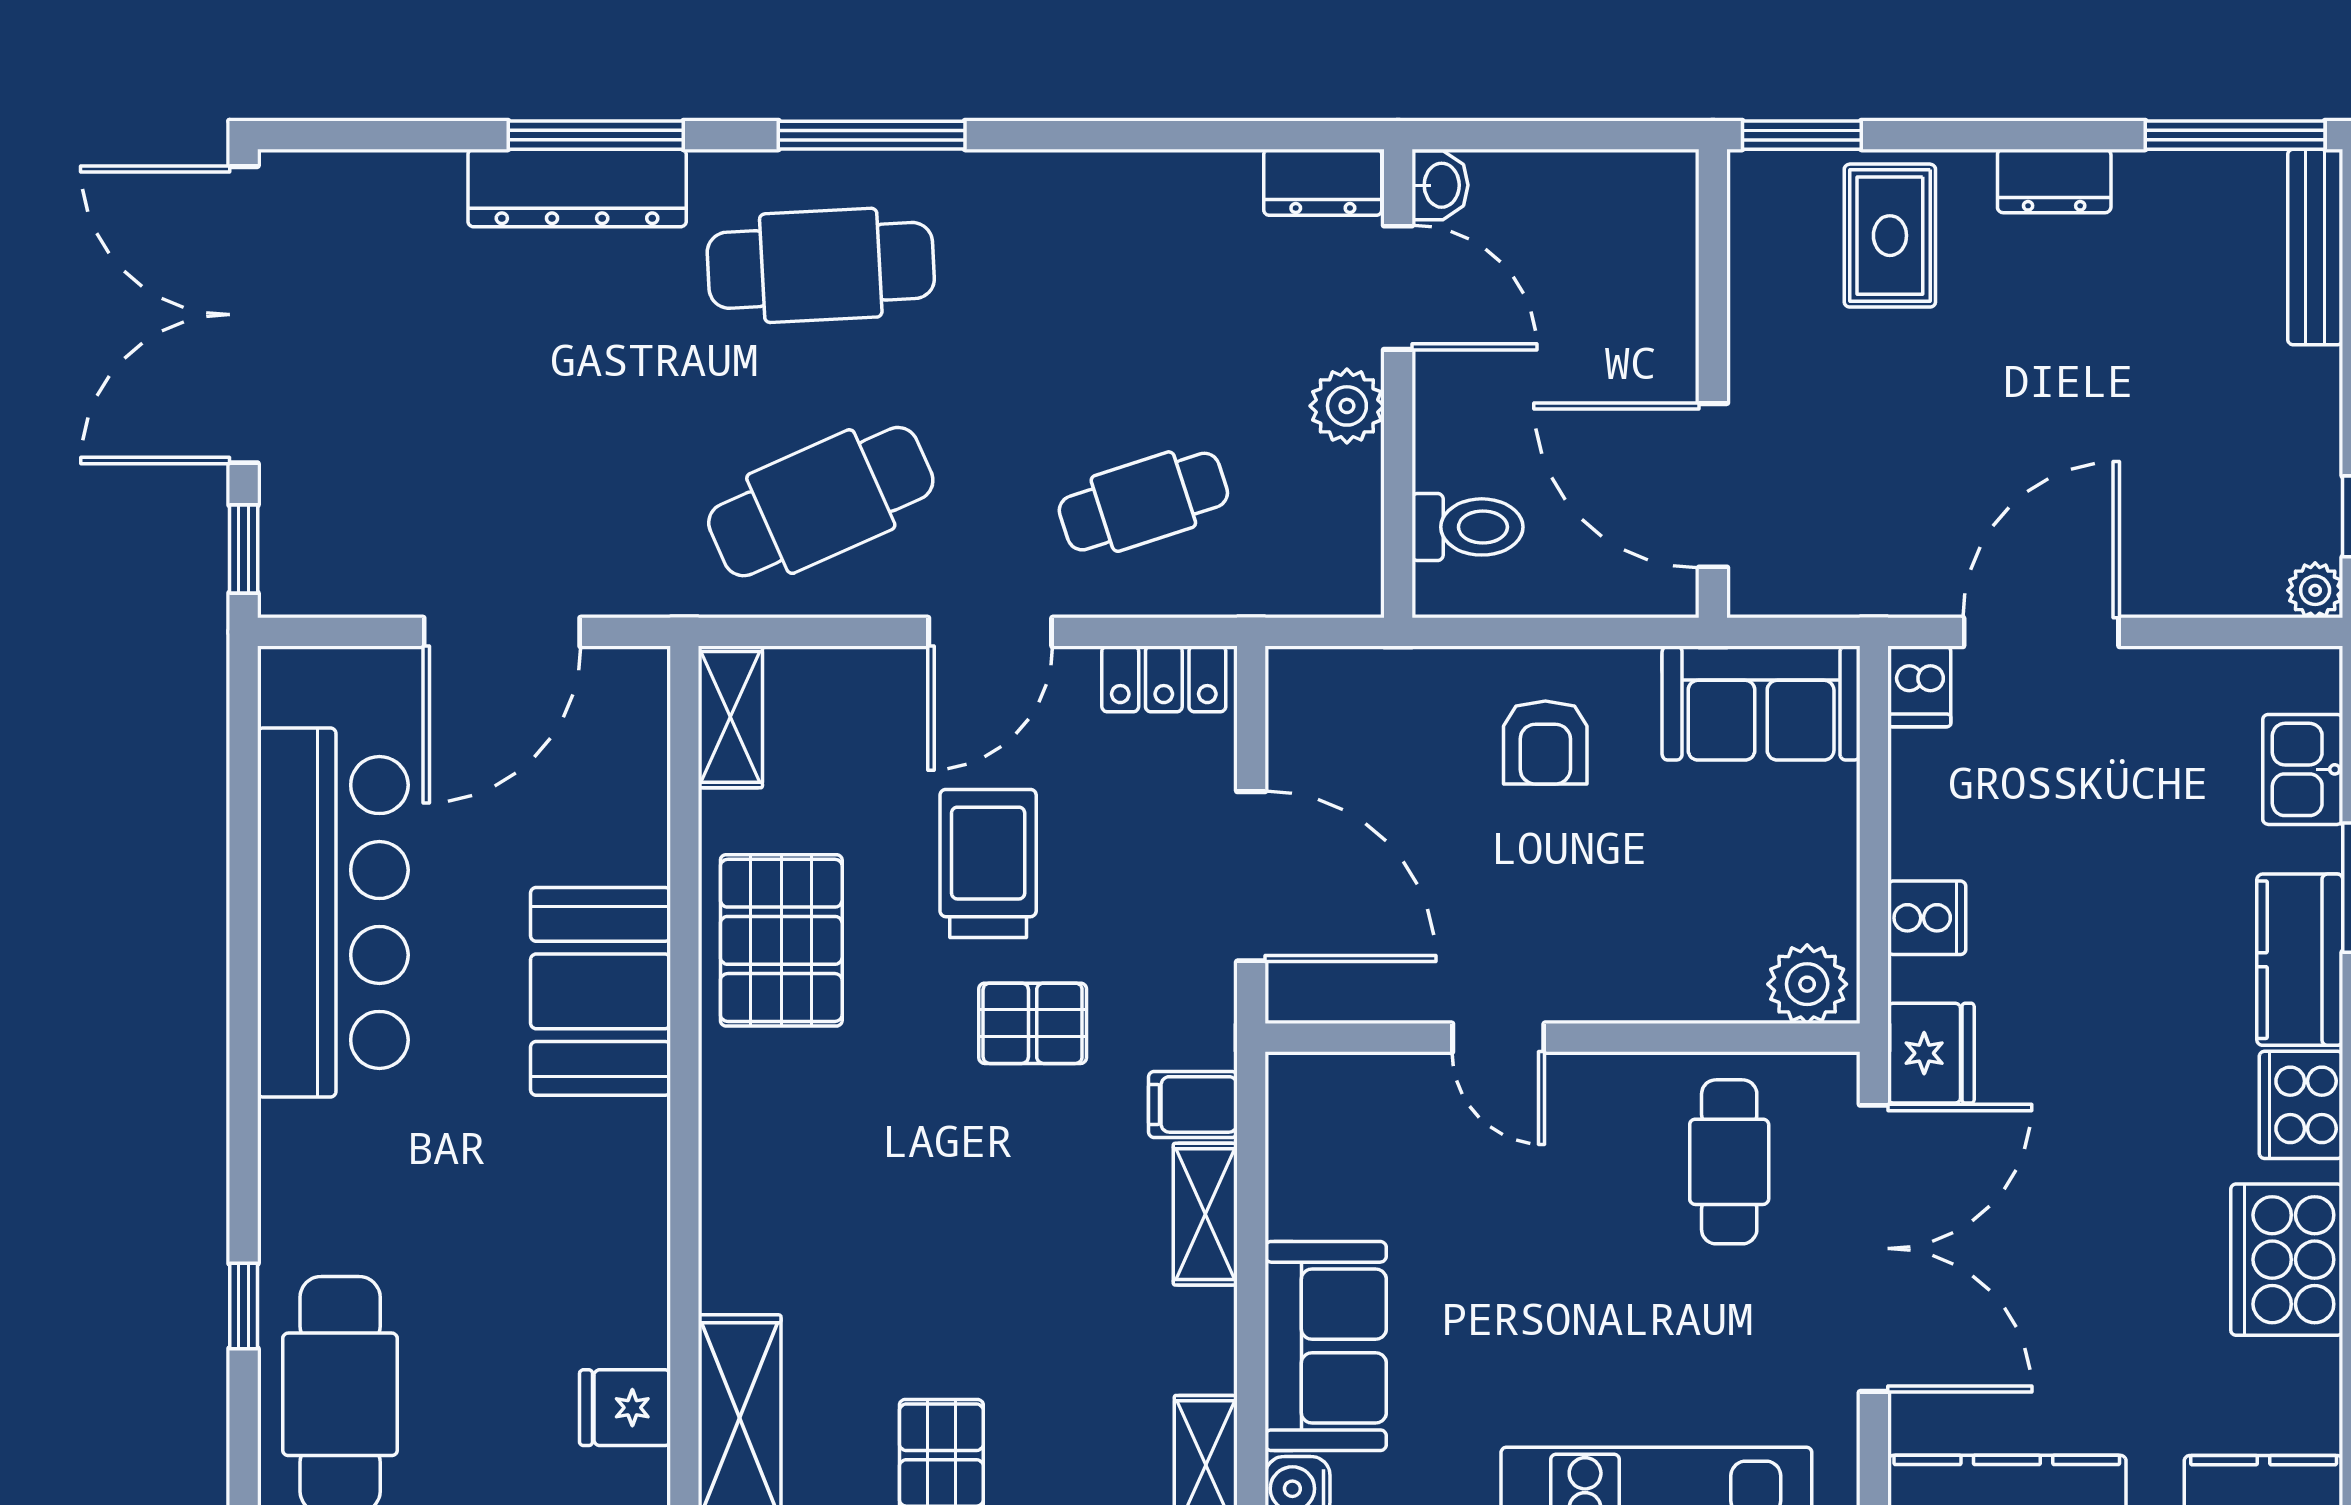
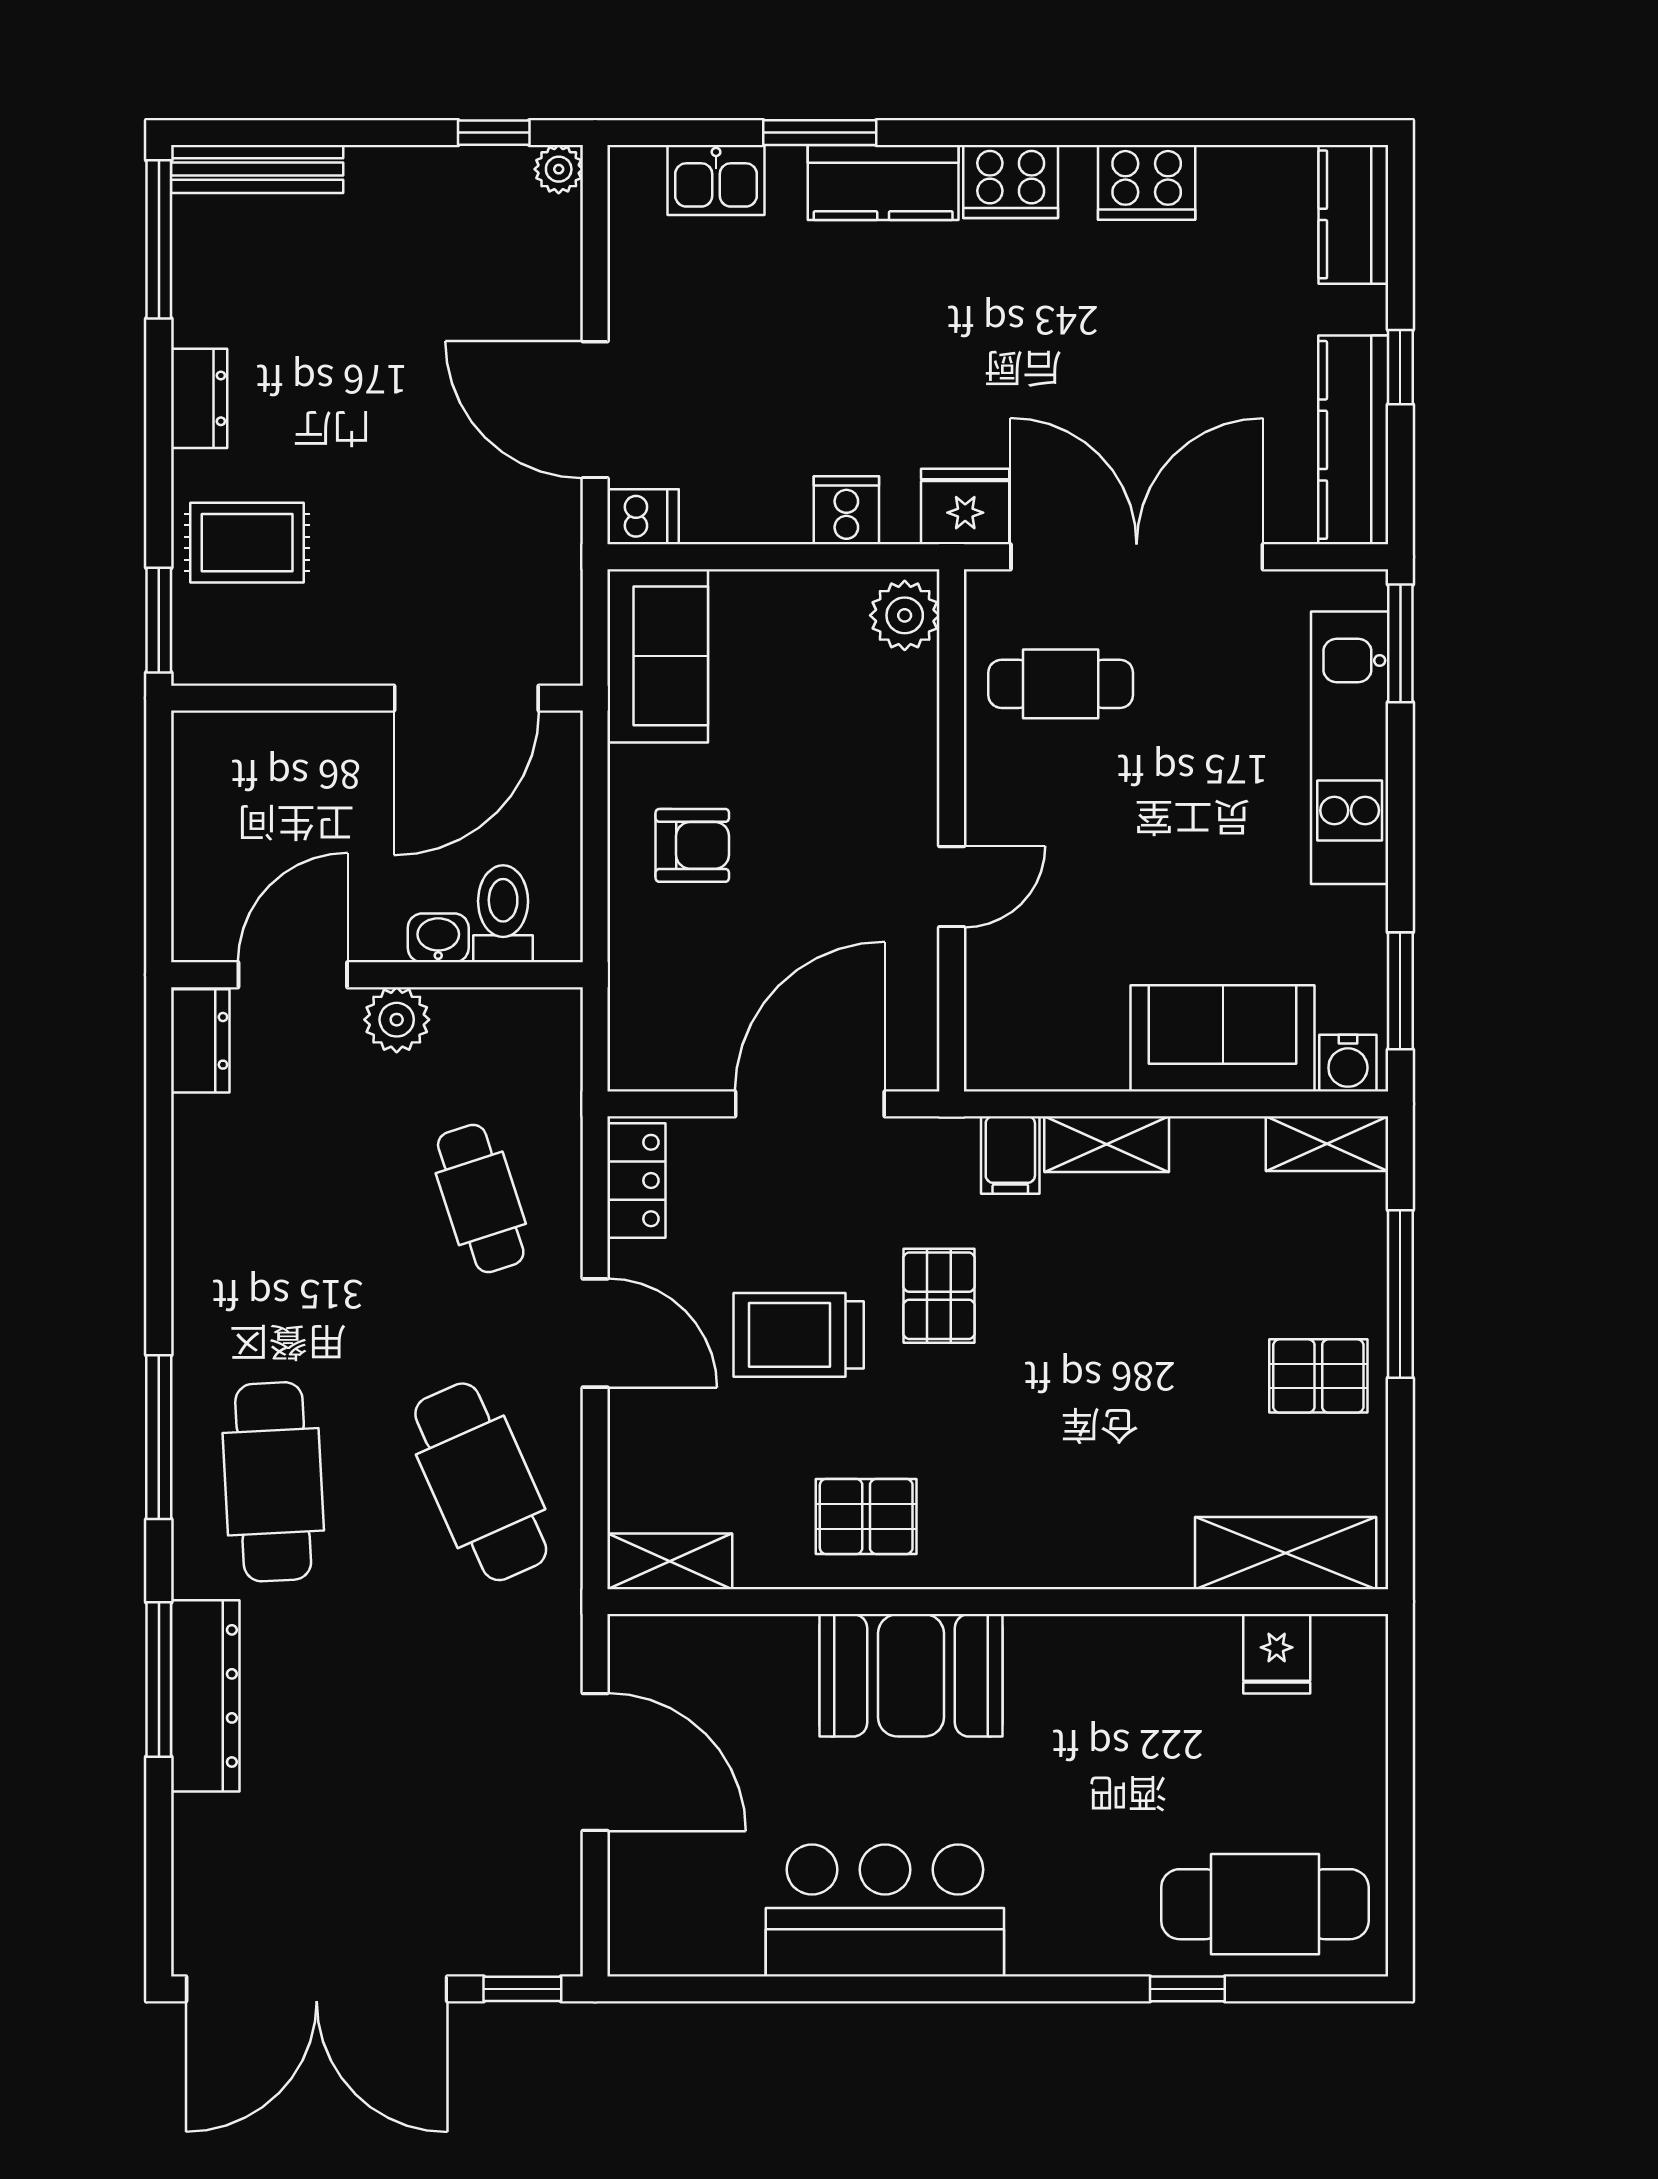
washbasin: (1440, 185) -> (438, 938), moved
bar counter: (333, 913) -> (885, 1911), width x0.73
pallet: (781, 940) -> (866, 1517), width x0.67, depth x0.71
cooker: (2287, 1260) -> (1147, 182), width x0.73, depth x0.76

